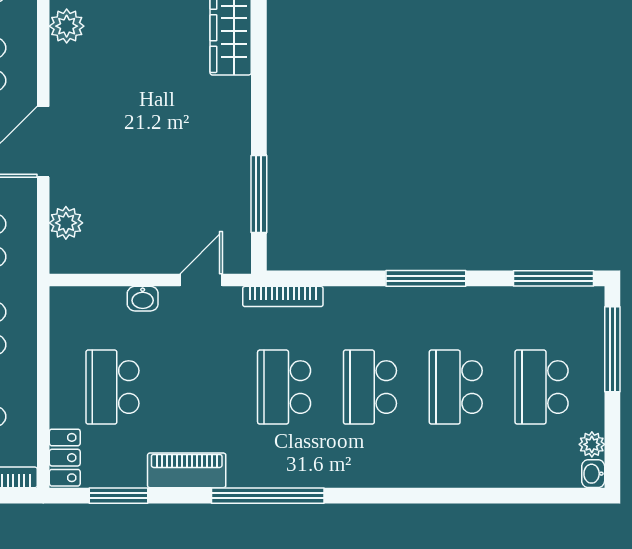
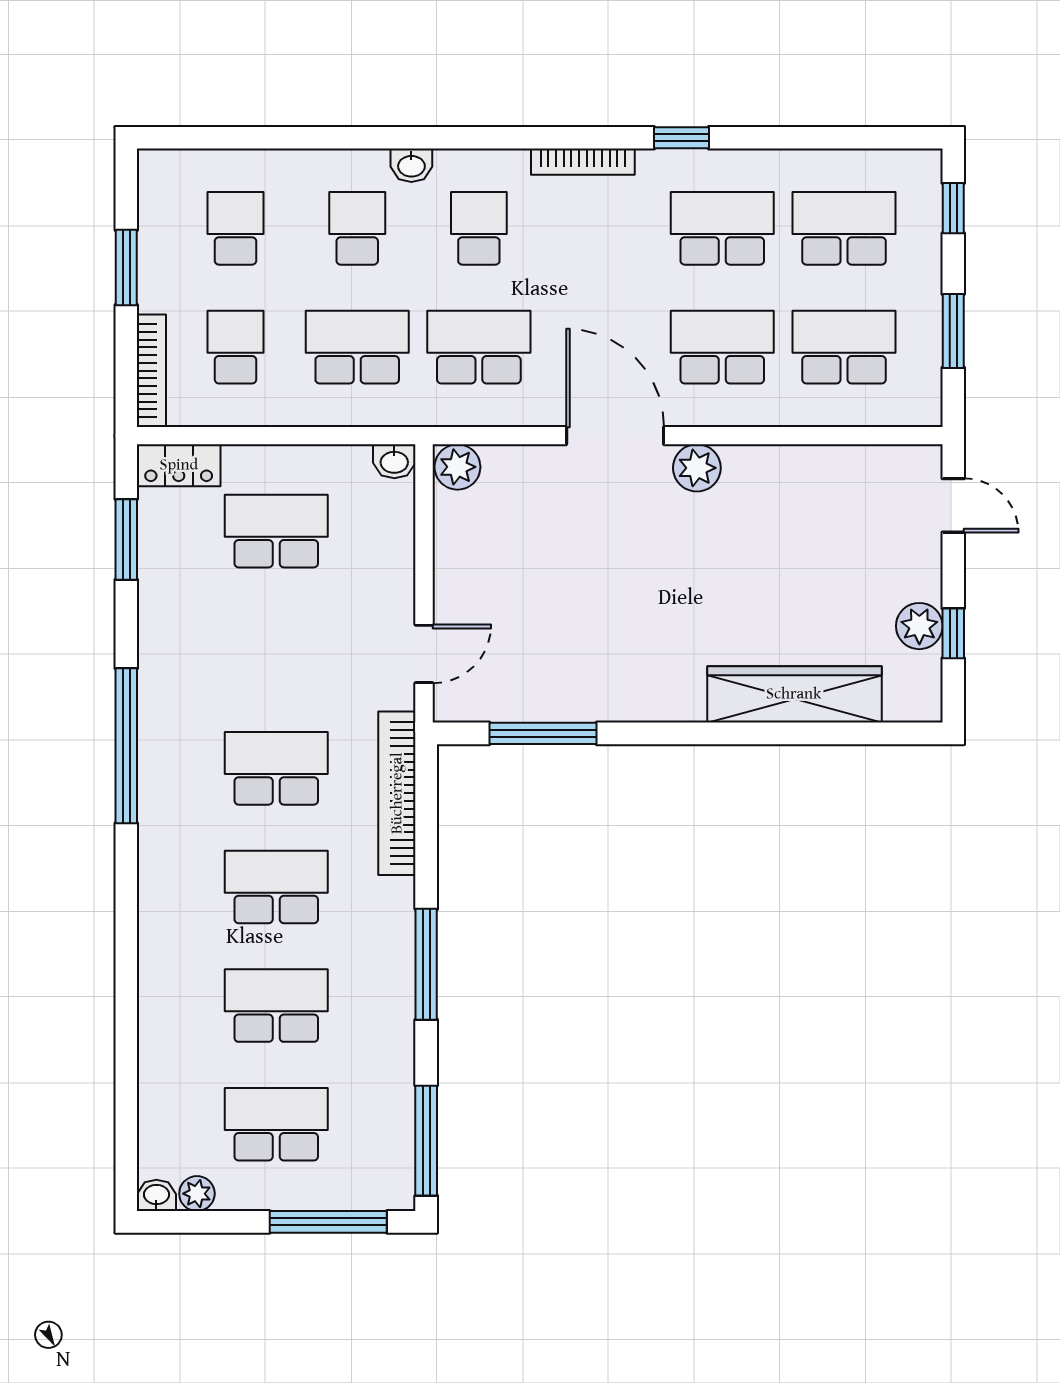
plant: (67, 26) -> (697, 468), moved
plant: (66, 223) -> (457, 467), moved
door: (201, 280) -> (424, 654), hinge flipped
bookcase: (283, 296) -> (397, 793), width x1.48, depth x1.31
washbasin: (143, 299) -> (394, 461), moved, turned -90
piano: (187, 470) -> (161, 634), removed

